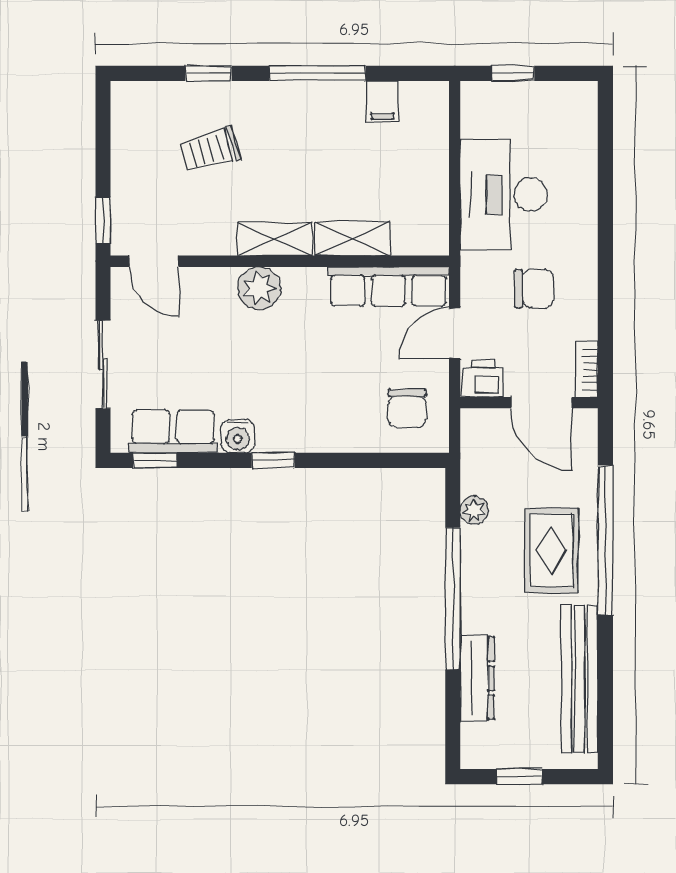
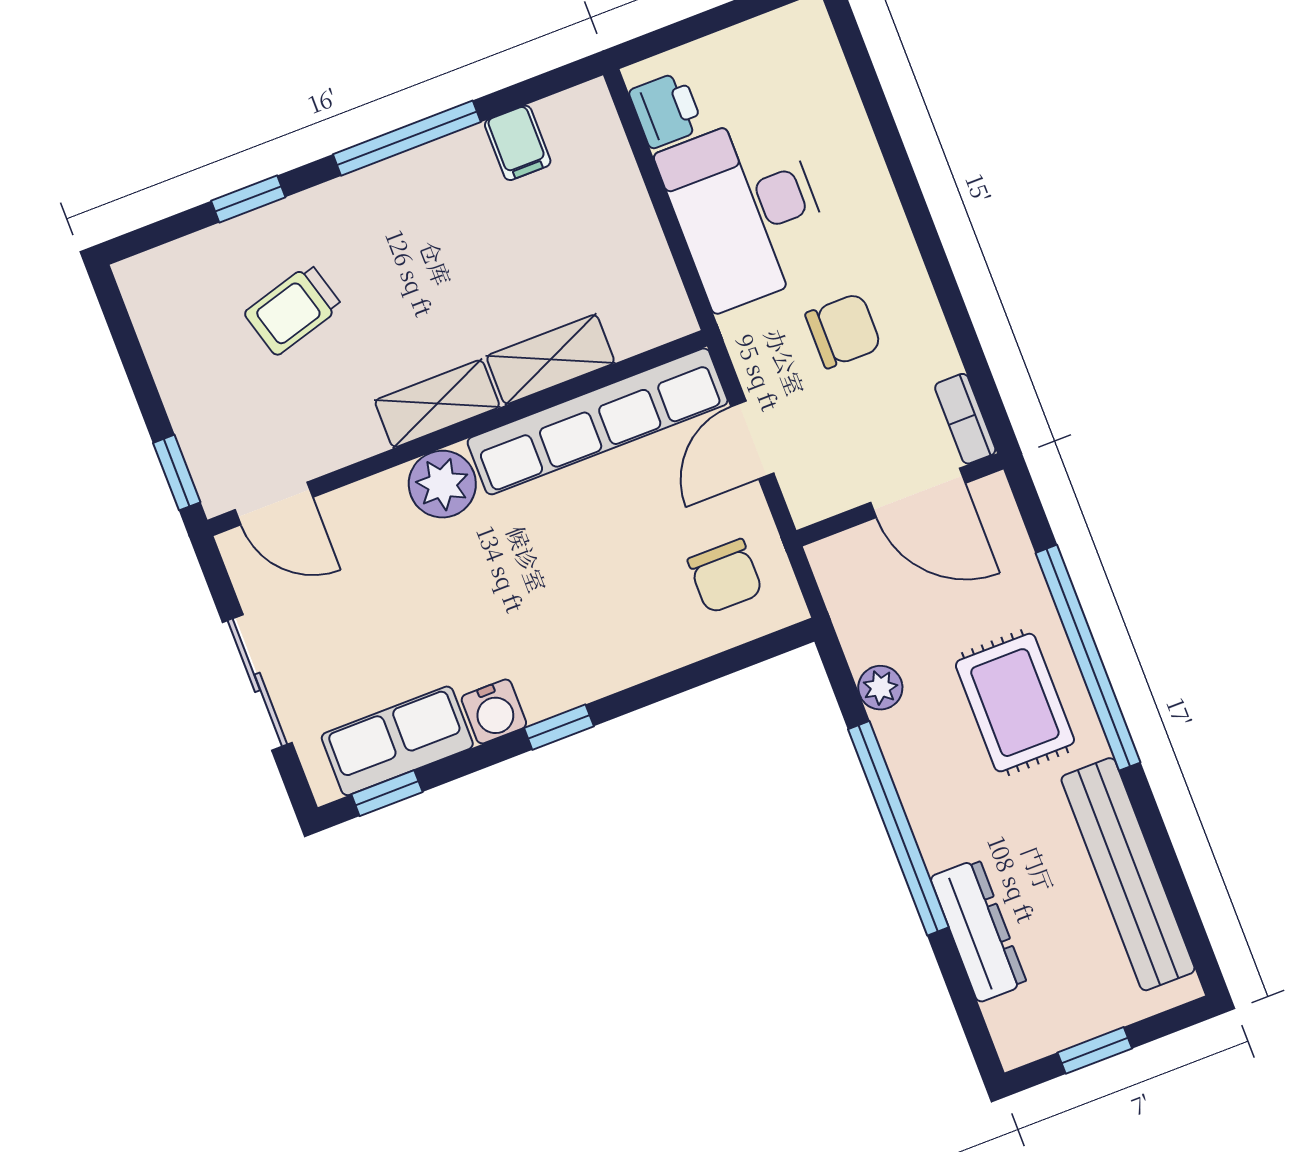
window: (513, 73) -> (693, 28), removed
row of seats: (388, 286) -> (598, 421), width x1.36
printer: (483, 378) -> (666, 110), moved, turned 90

